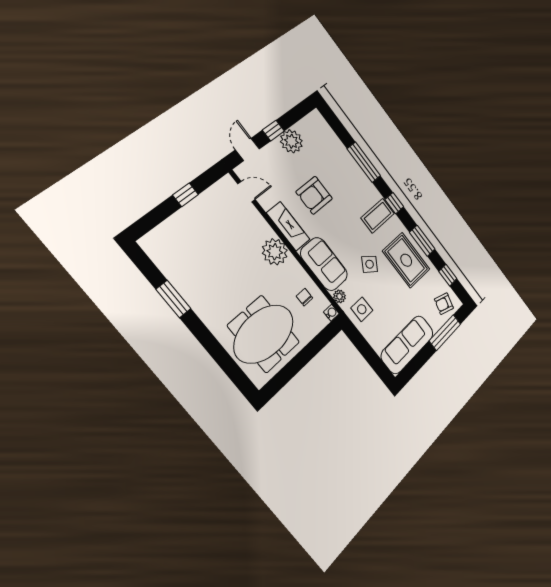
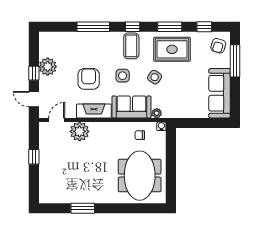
armchair: (314, 195) -> (89, 79), turned 180
plant: (275, 252) -> (80, 131), moved
side table: (362, 309) -> (123, 76), moved

